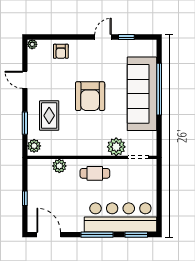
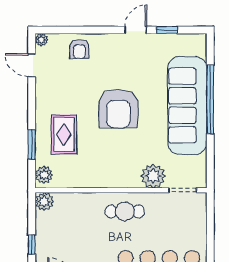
door: (25, 80) -> (32, 65), moved
plant: (59, 166) -> (44, 202), moved

